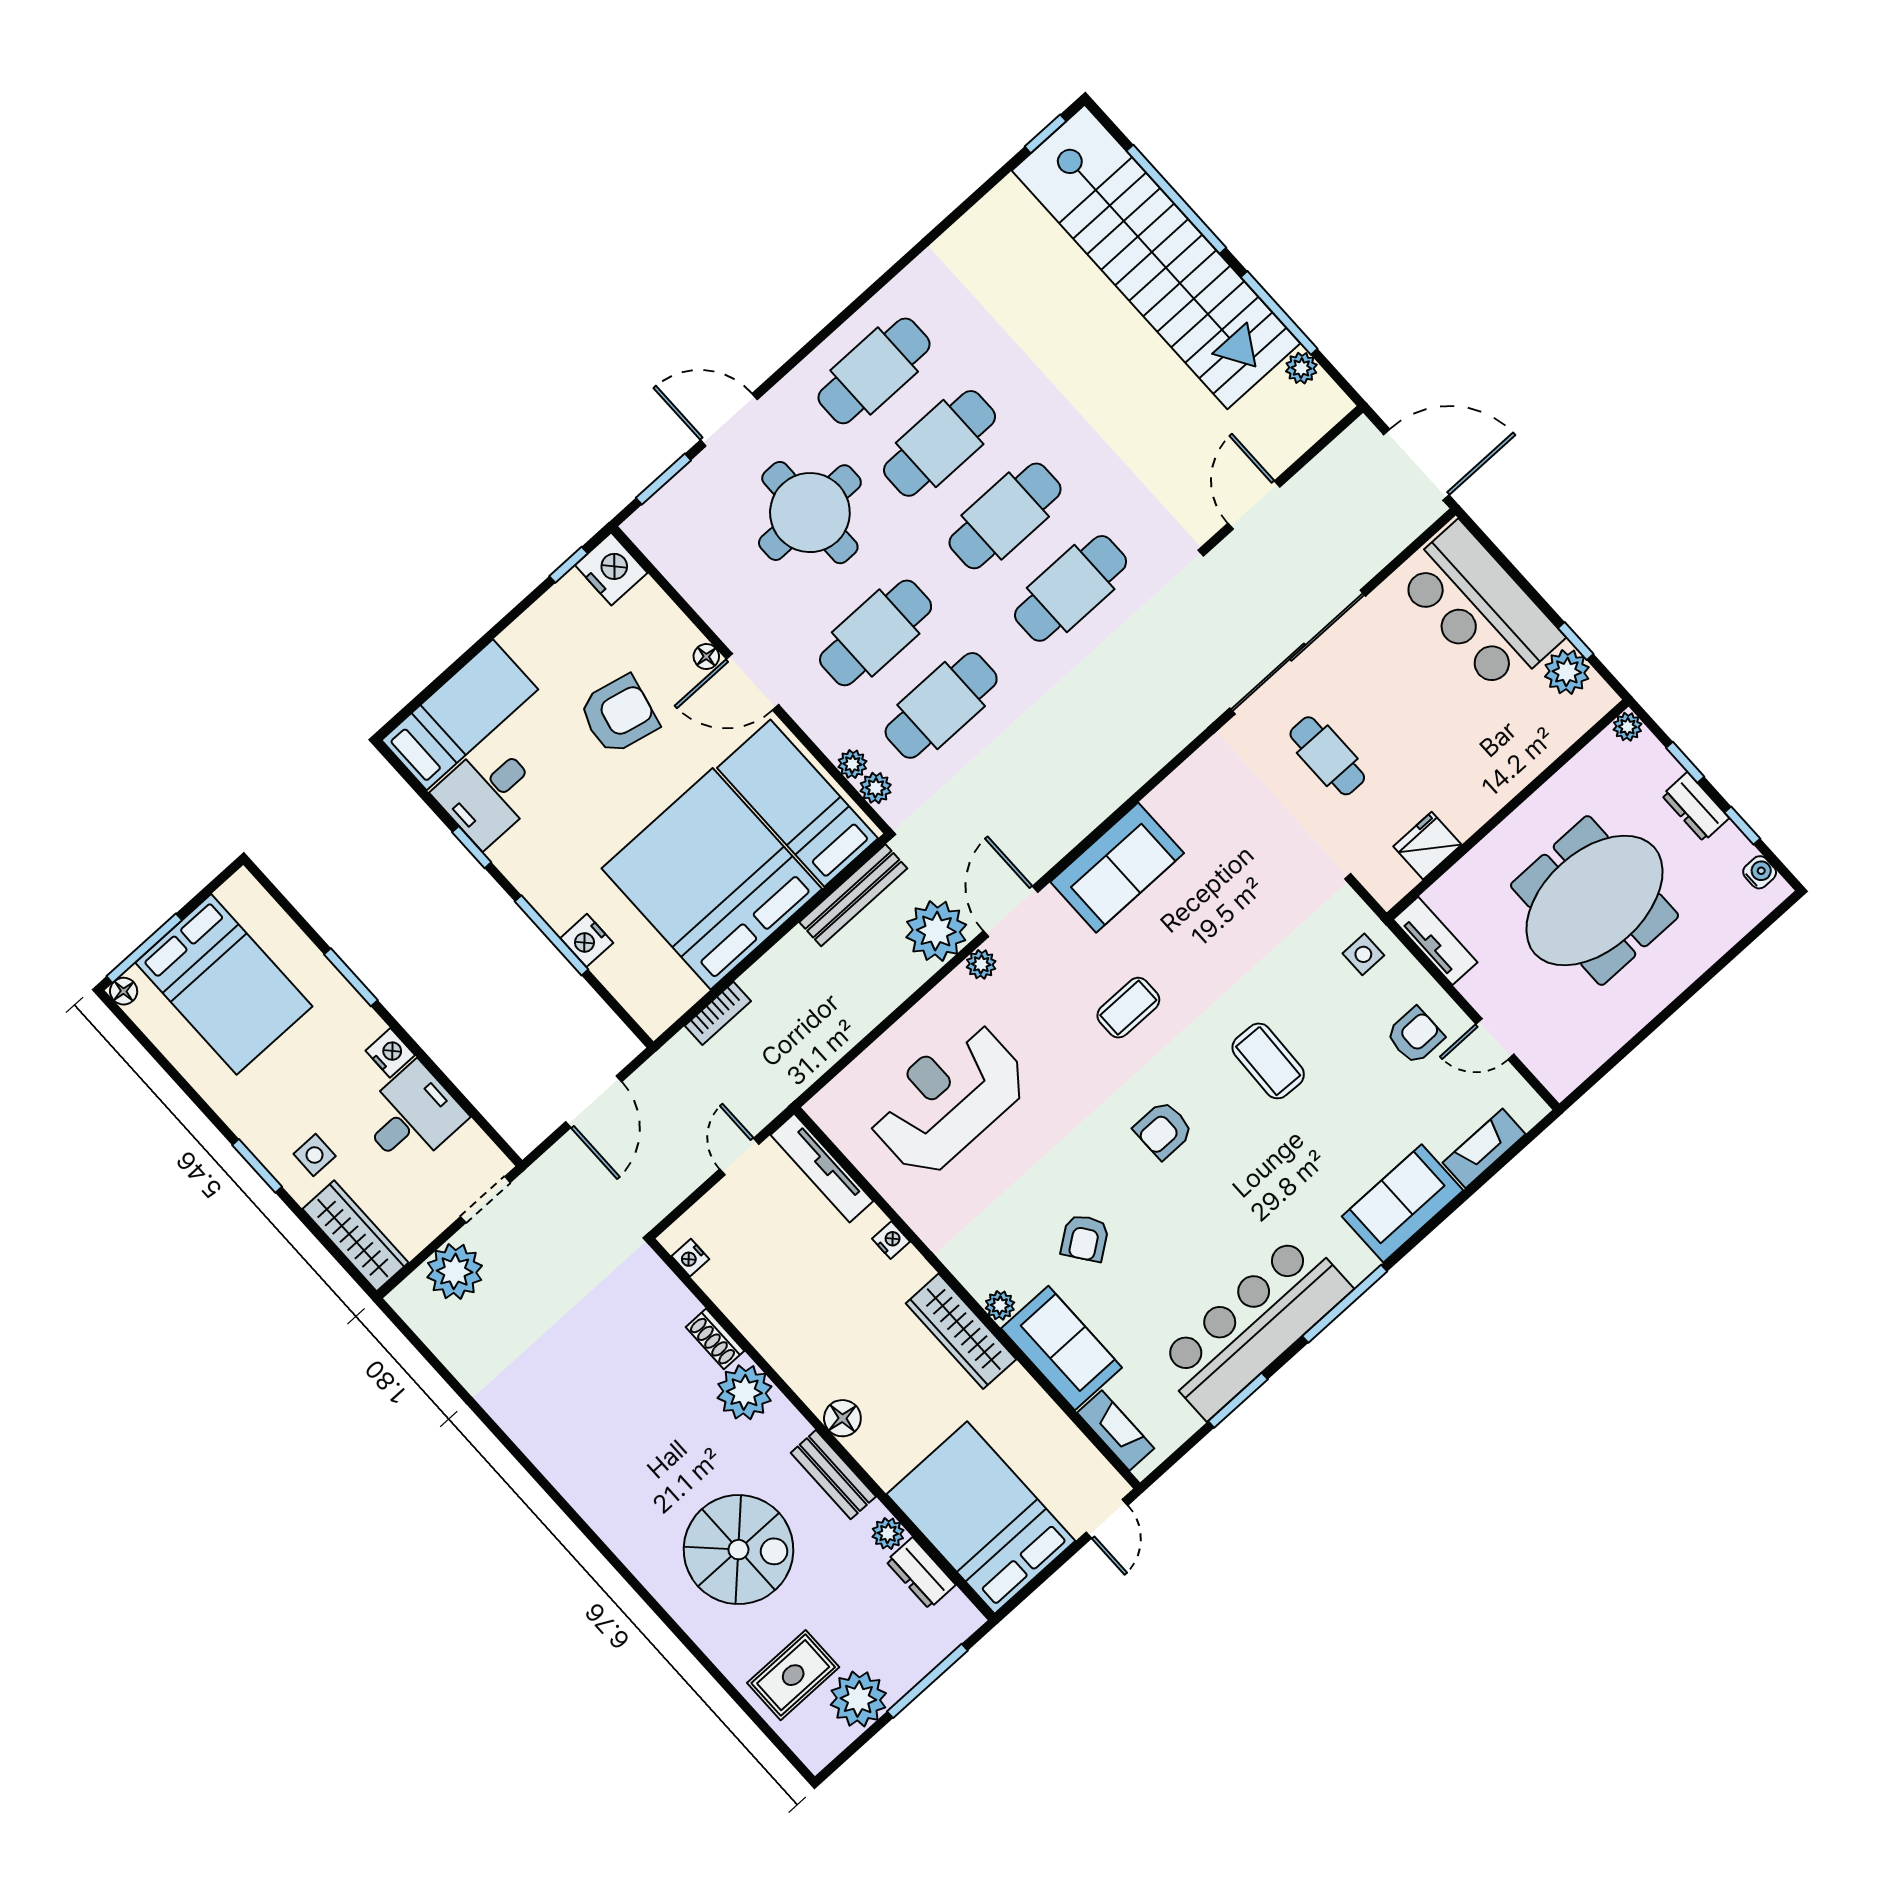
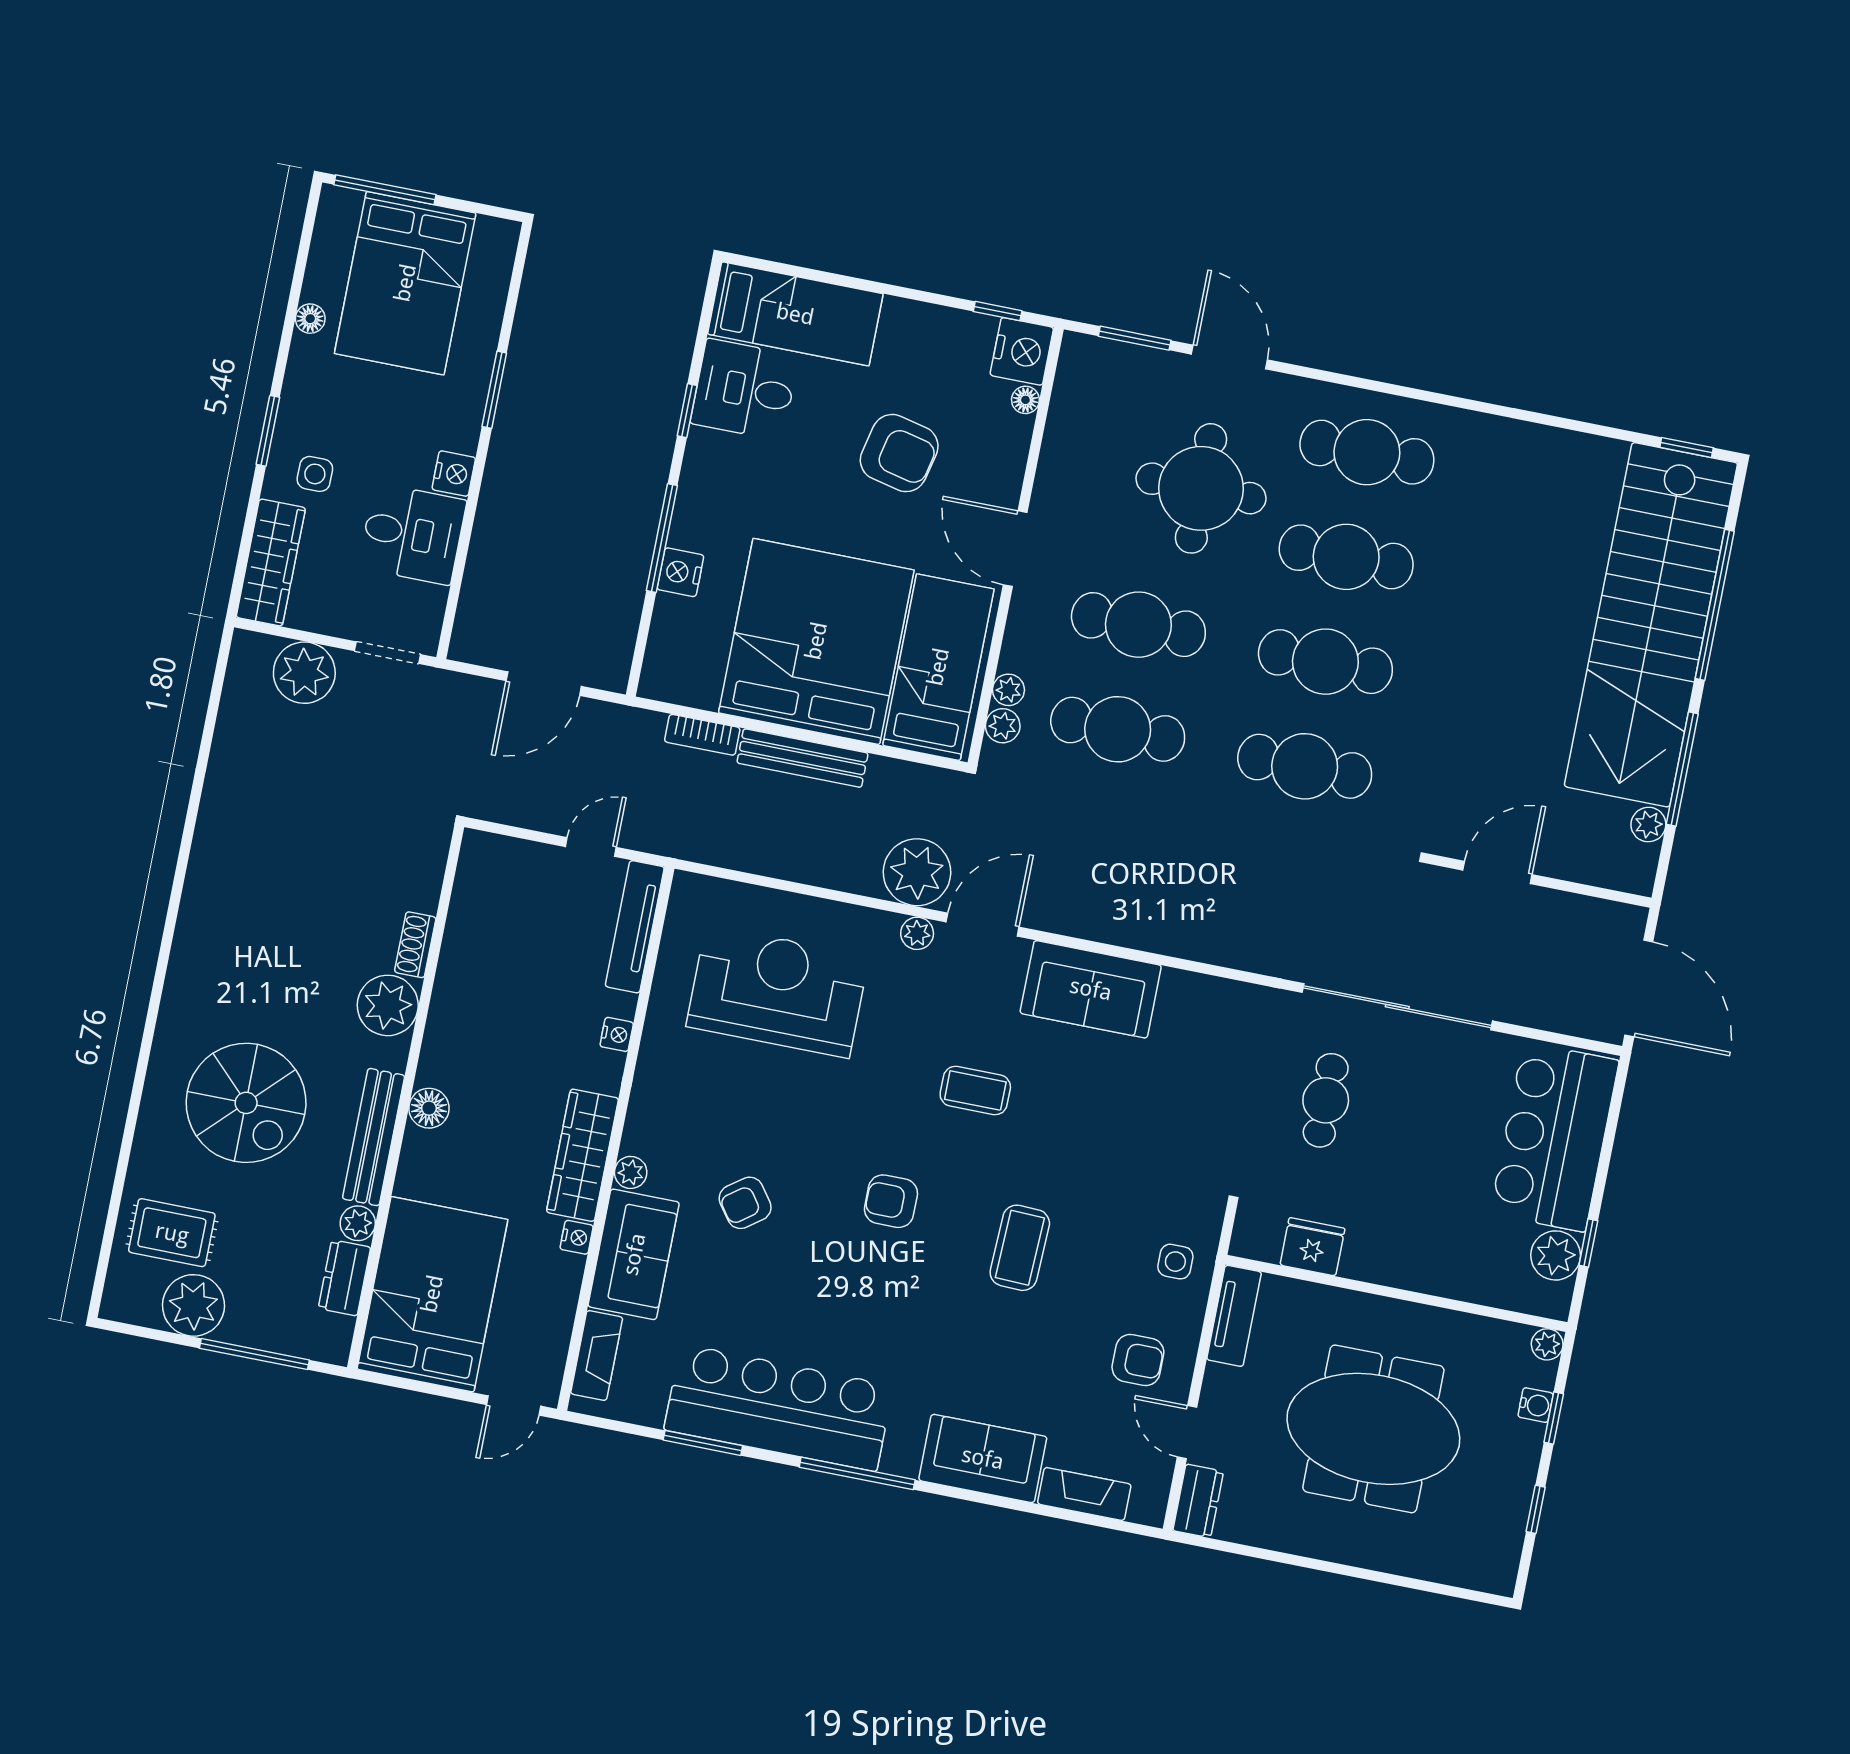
floor lamp: (706, 657) -> (1025, 400), moved
dresser: (1695, 807) -> (1198, 1501), moved, turned 180
water cooler: (1760, 872) -> (1536, 1405), moved
bench: (853, 895) -> (802, 758), moved
floor lamp: (124, 991) -> (310, 319), moved
nightstand: (690, 1258) -> (577, 1237), moved, turned 180
bench: (833, 1475) -> (374, 1137), width x1.36

